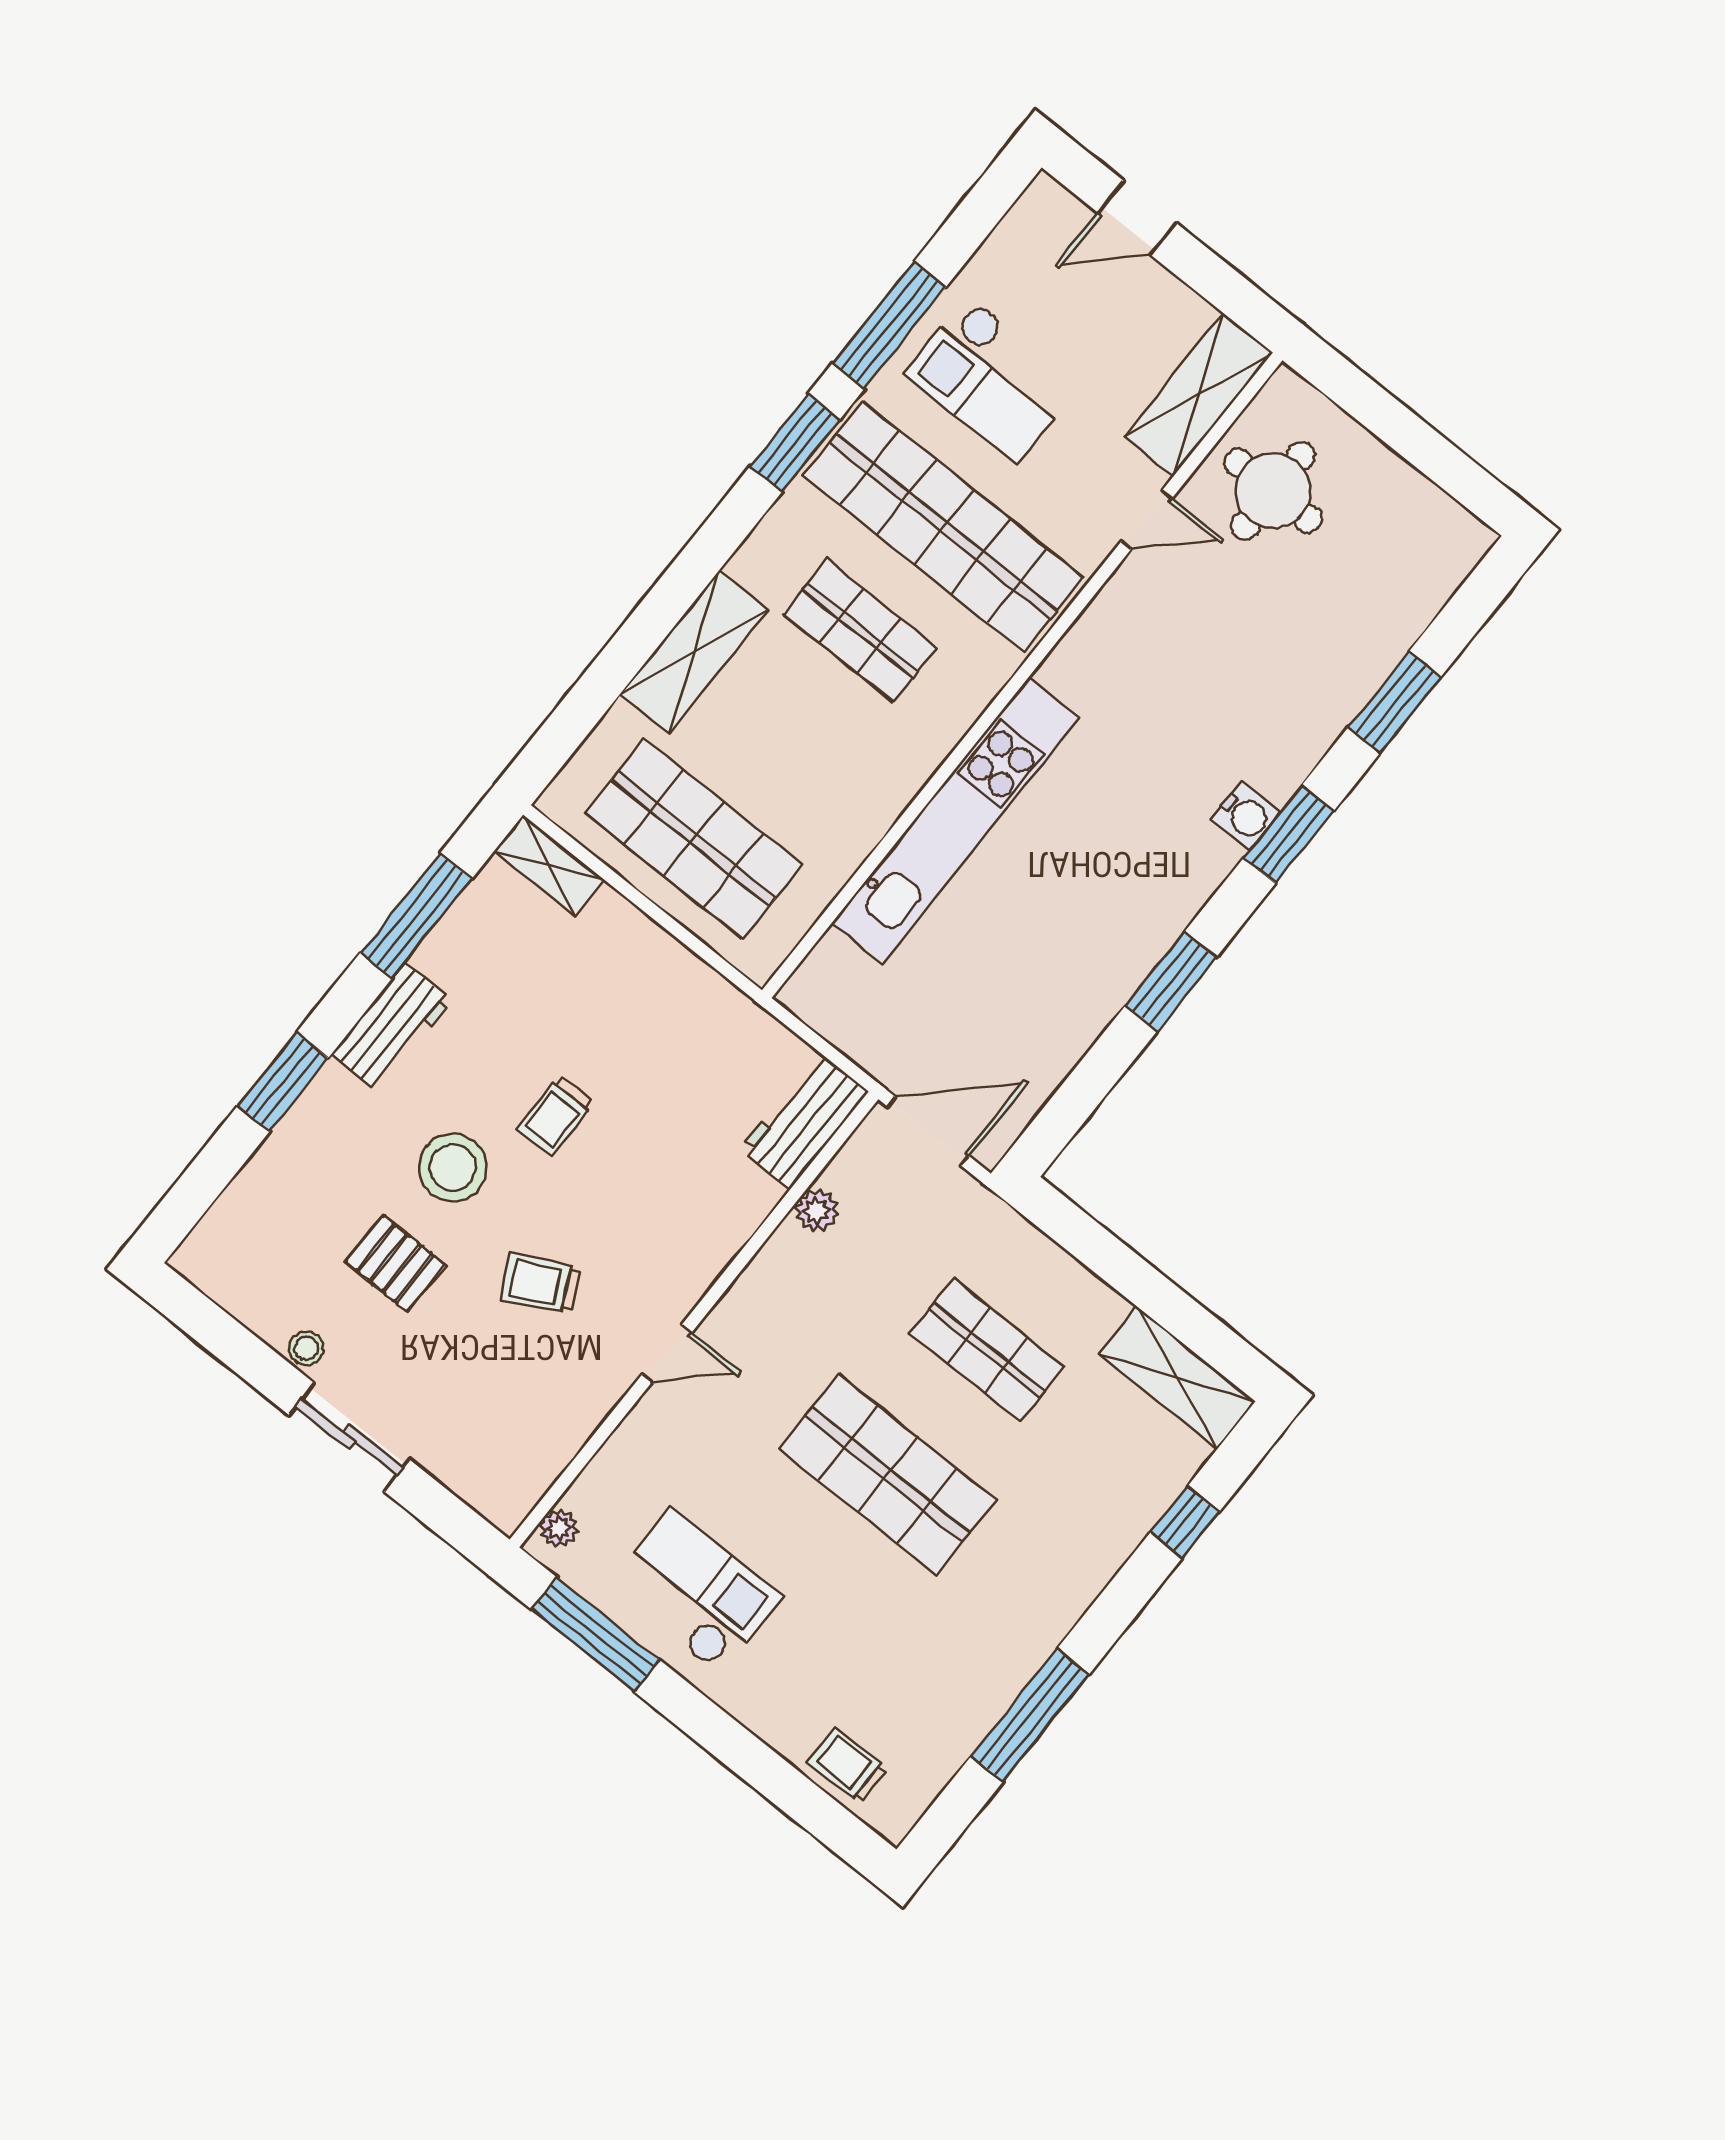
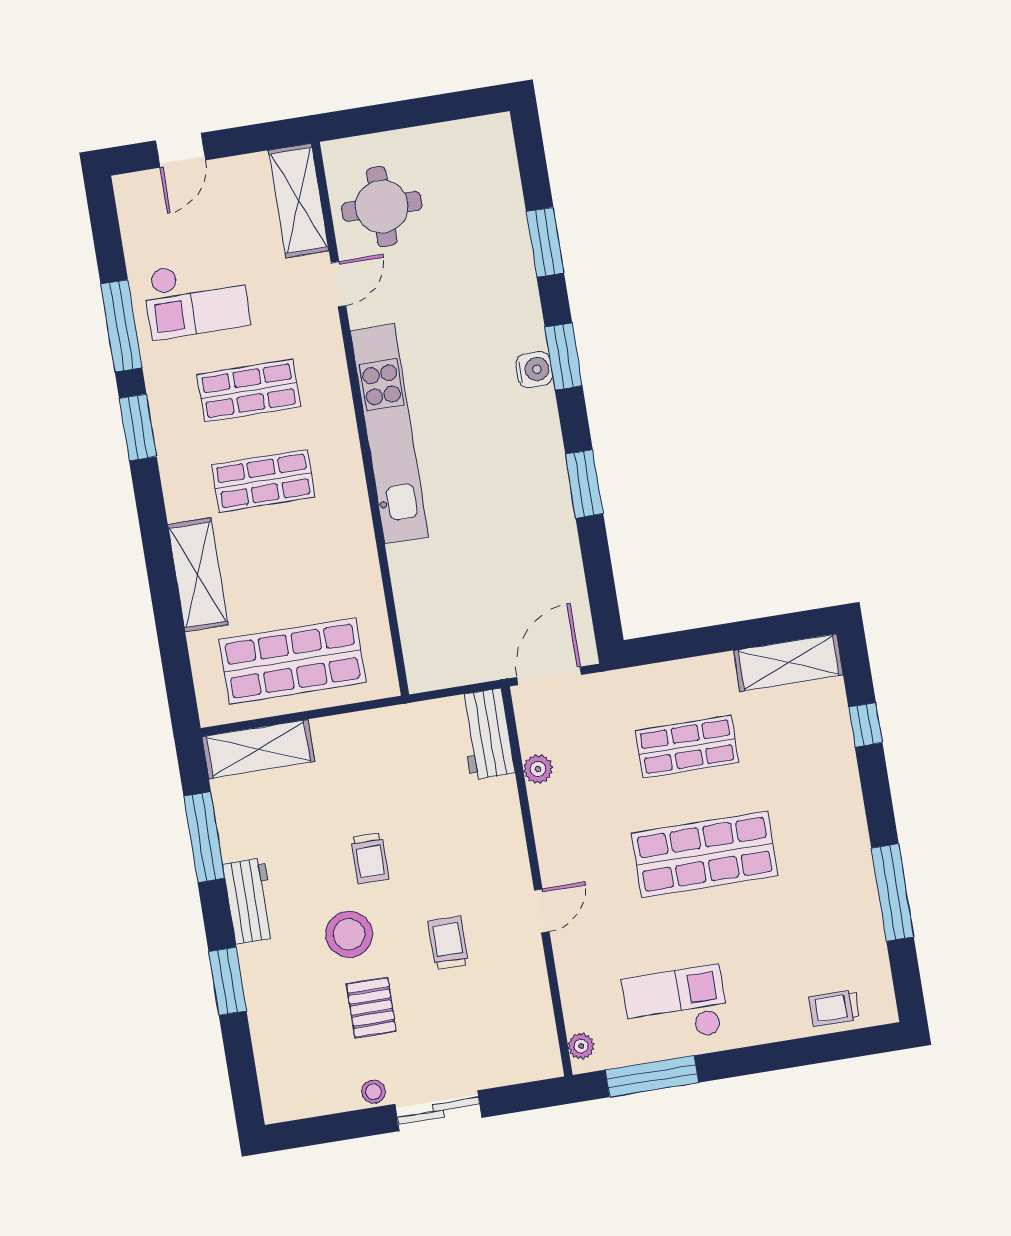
shop shelf: (943, 527) -> (249, 391), width x0.50, depth x0.74
kitchen unit: (955, 821) -> (390, 434), moved
shelving: (549, 866) -> (258, 749), width x1.50, depth x1.33
pallet: (395, 1263) -> (371, 1008), turned 90
trolley: (540, 1283) -> (448, 943), turned 117

